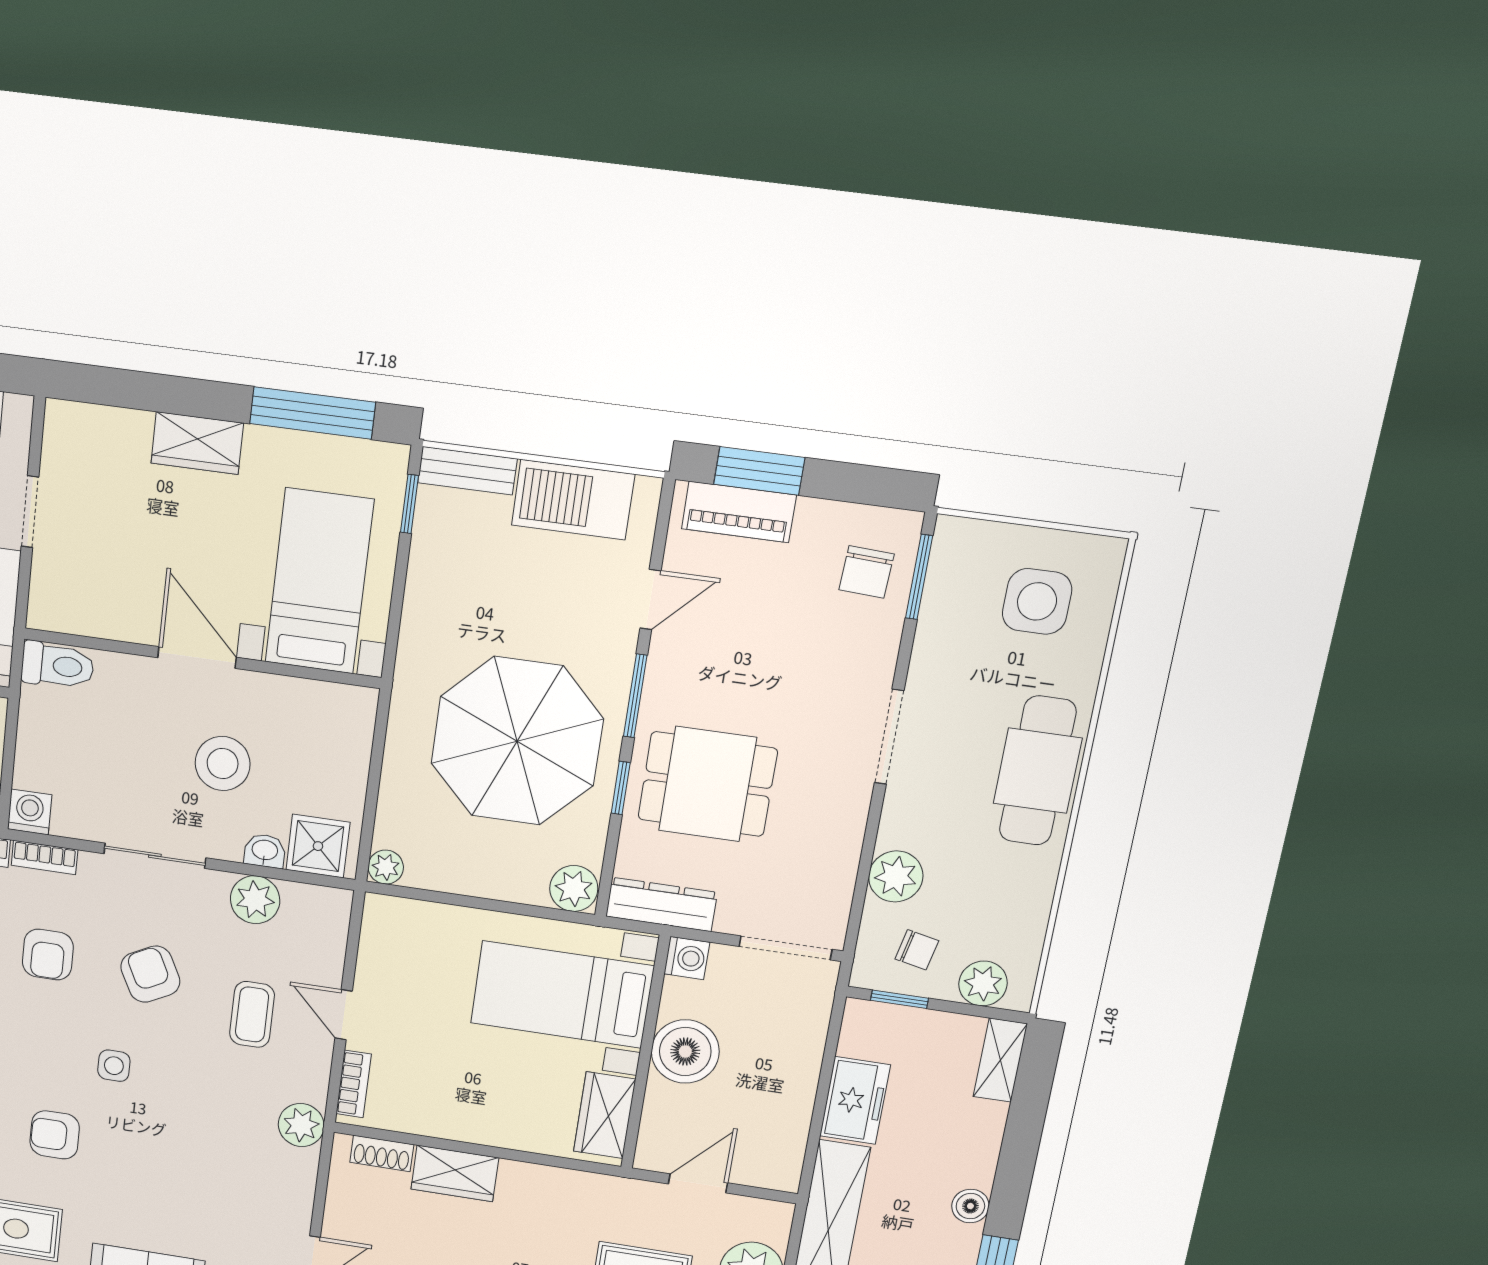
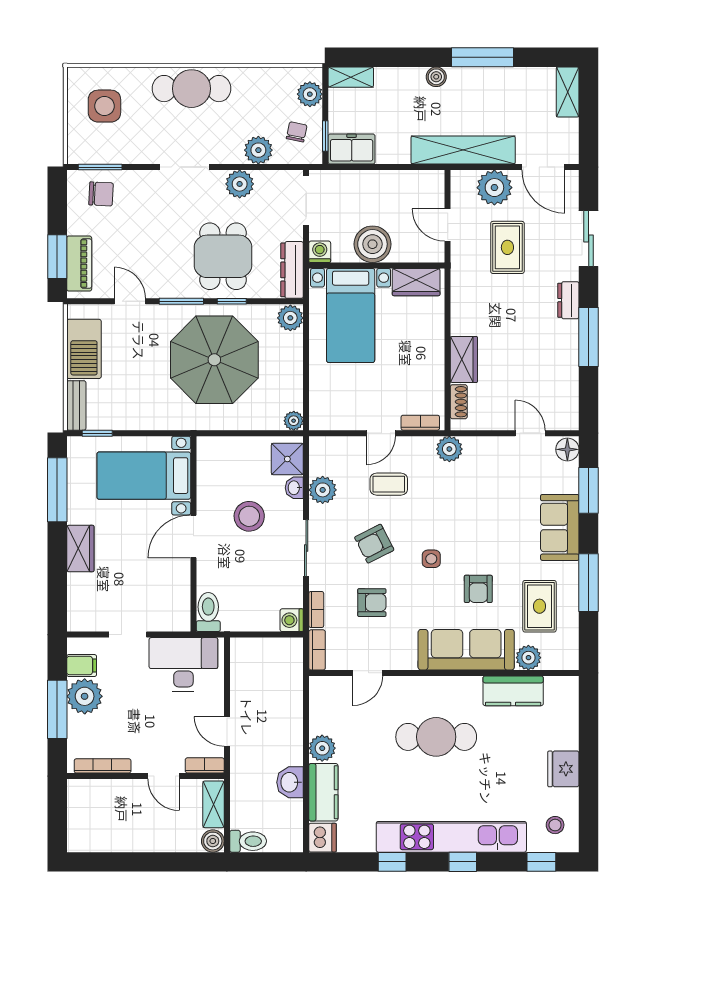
plant: (838, 833) -> (240, 184), added
freezer: (855, 1100) -> (352, 149), moved

